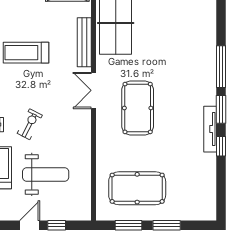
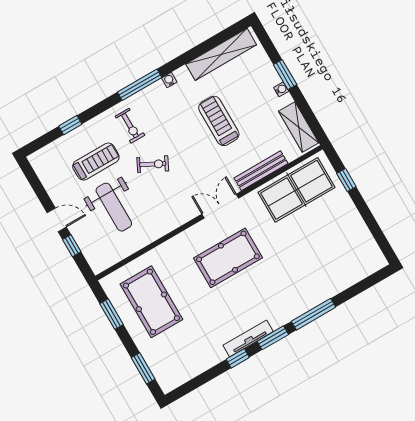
window: (167, 225) -> (143, 368), moved

